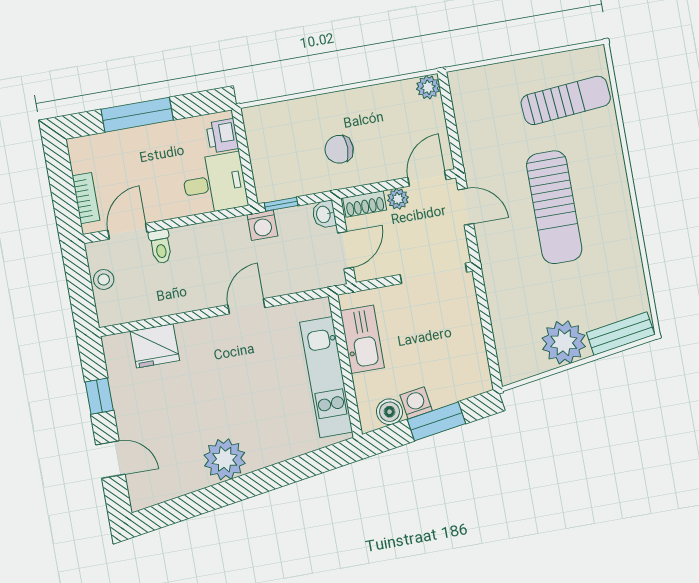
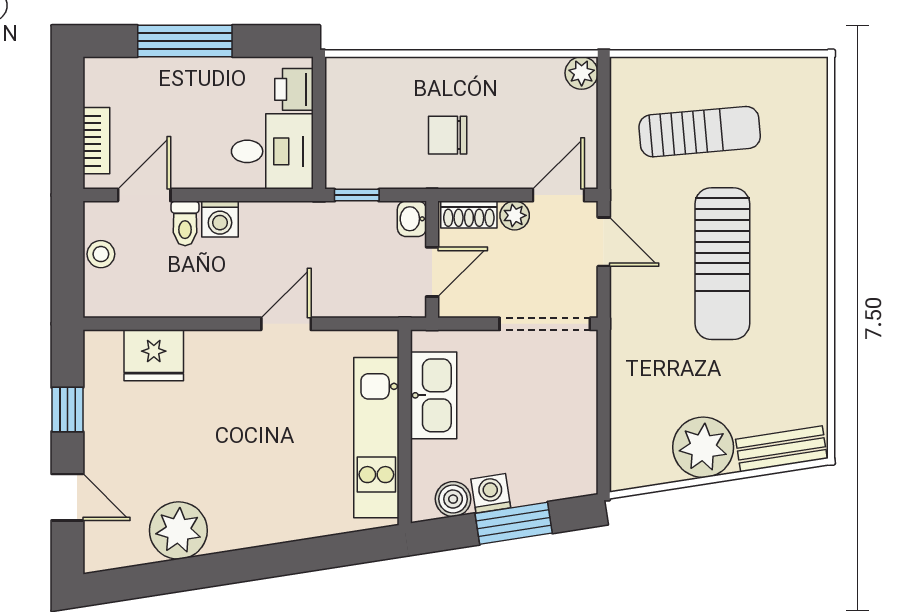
sun lounger: (566, 100) -> (700, 132), moved
washing machine: (262, 225) -> (220, 219), moved
plant: (225, 459) -> (178, 530), moved

